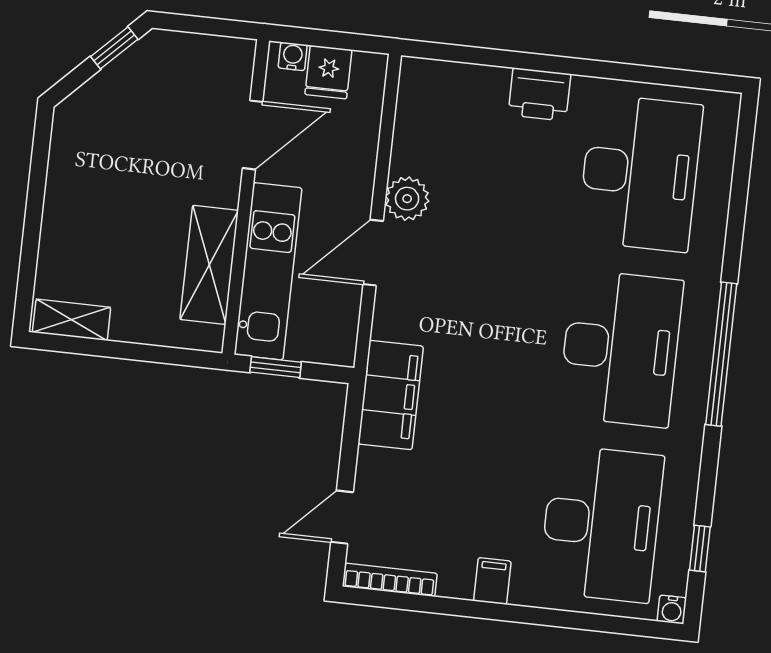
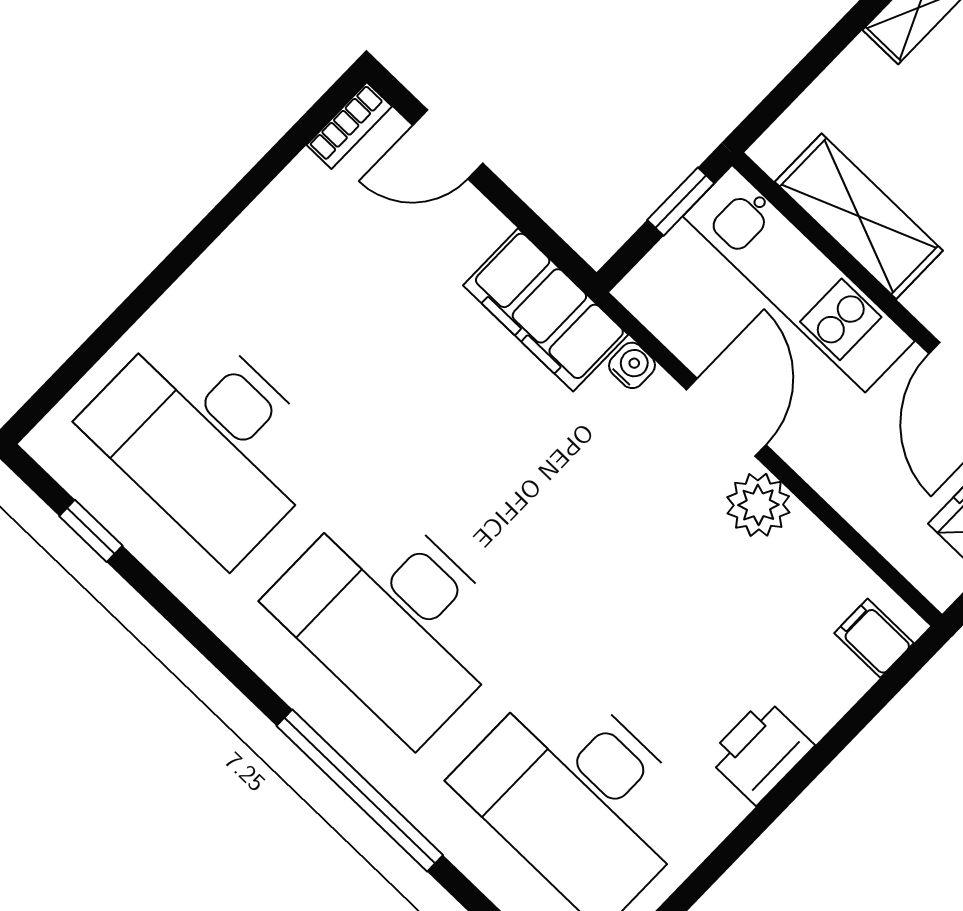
window: (721, 354) -> (360, 790), moved
door: (342, 517) -> (448, 144), swing flipped
bookcase: (390, 580) -> (349, 126), width x0.64
filing cabinet: (492, 581) -> (874, 638), moved, turned 180
water cooler: (672, 610) -> (632, 365), moved, turned 90

